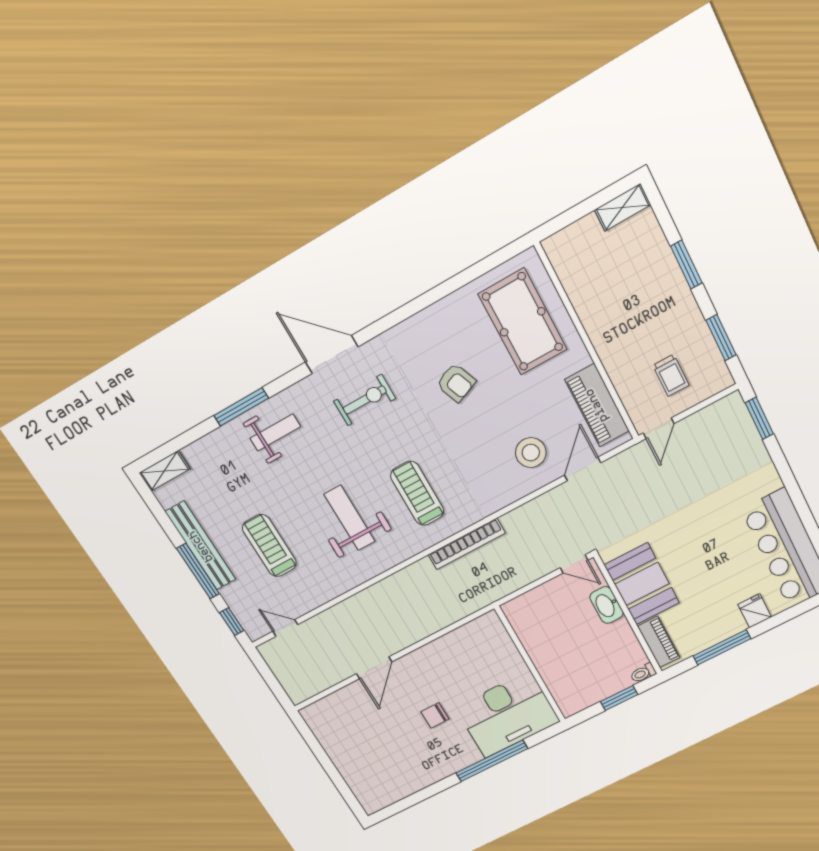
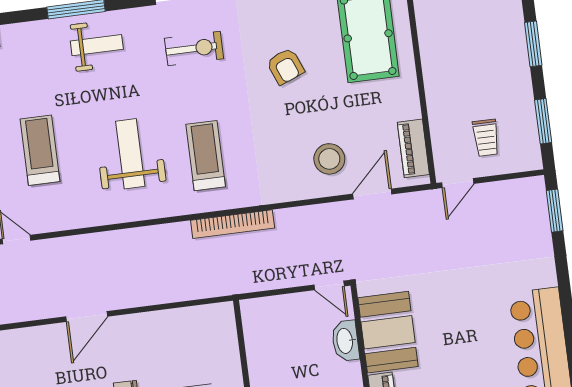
piano: (597, 405) -> (413, 148), width x0.73, depth x0.75

